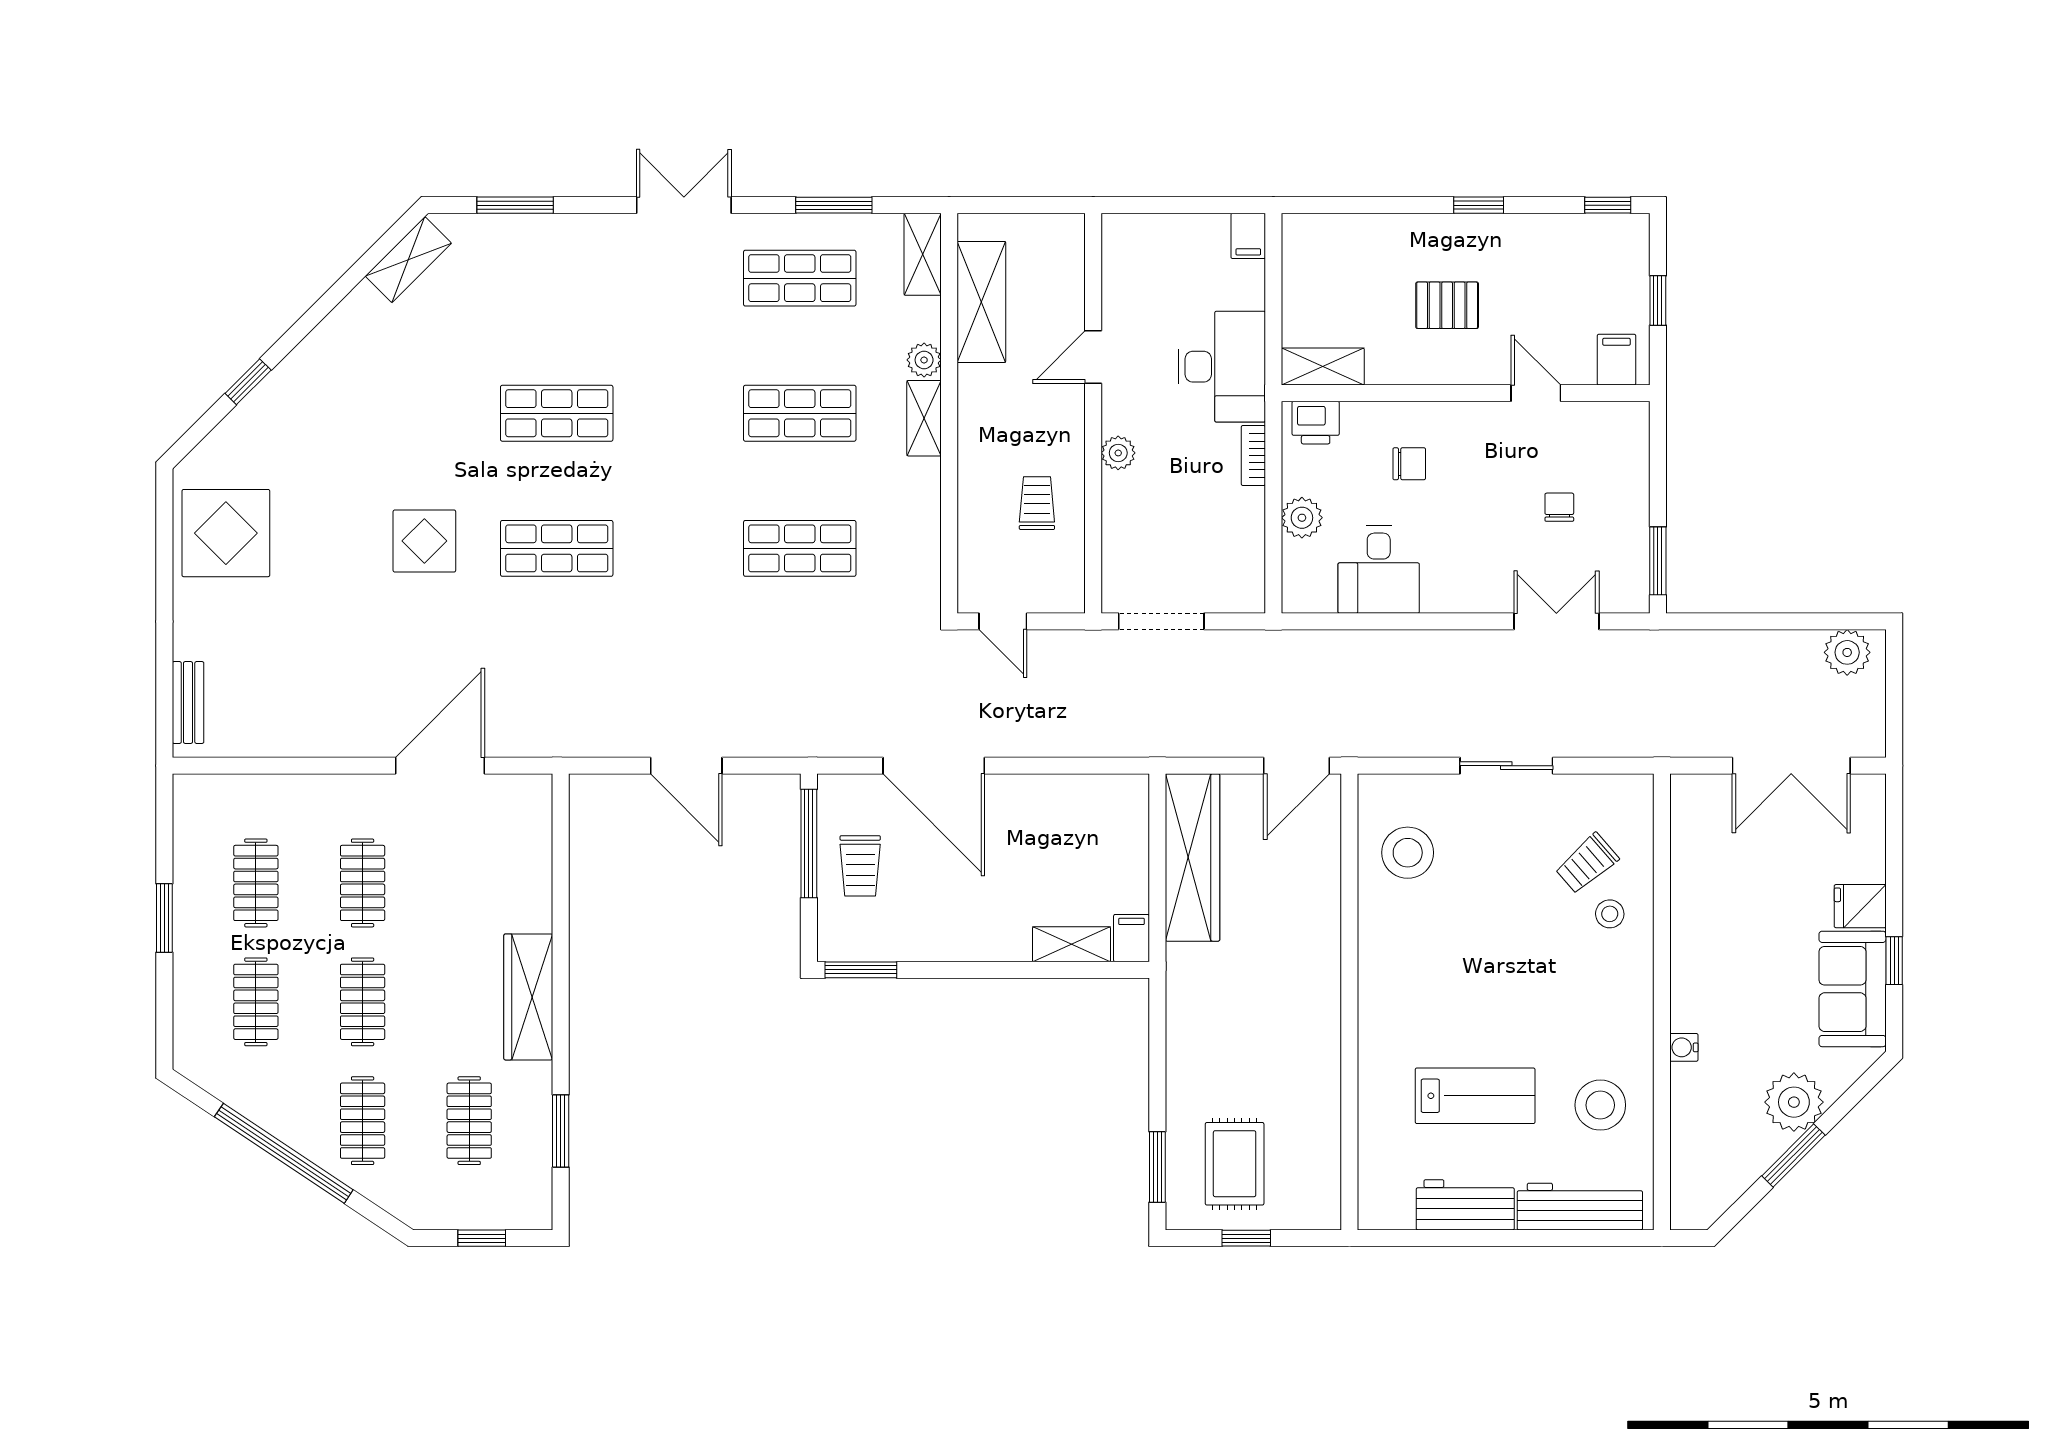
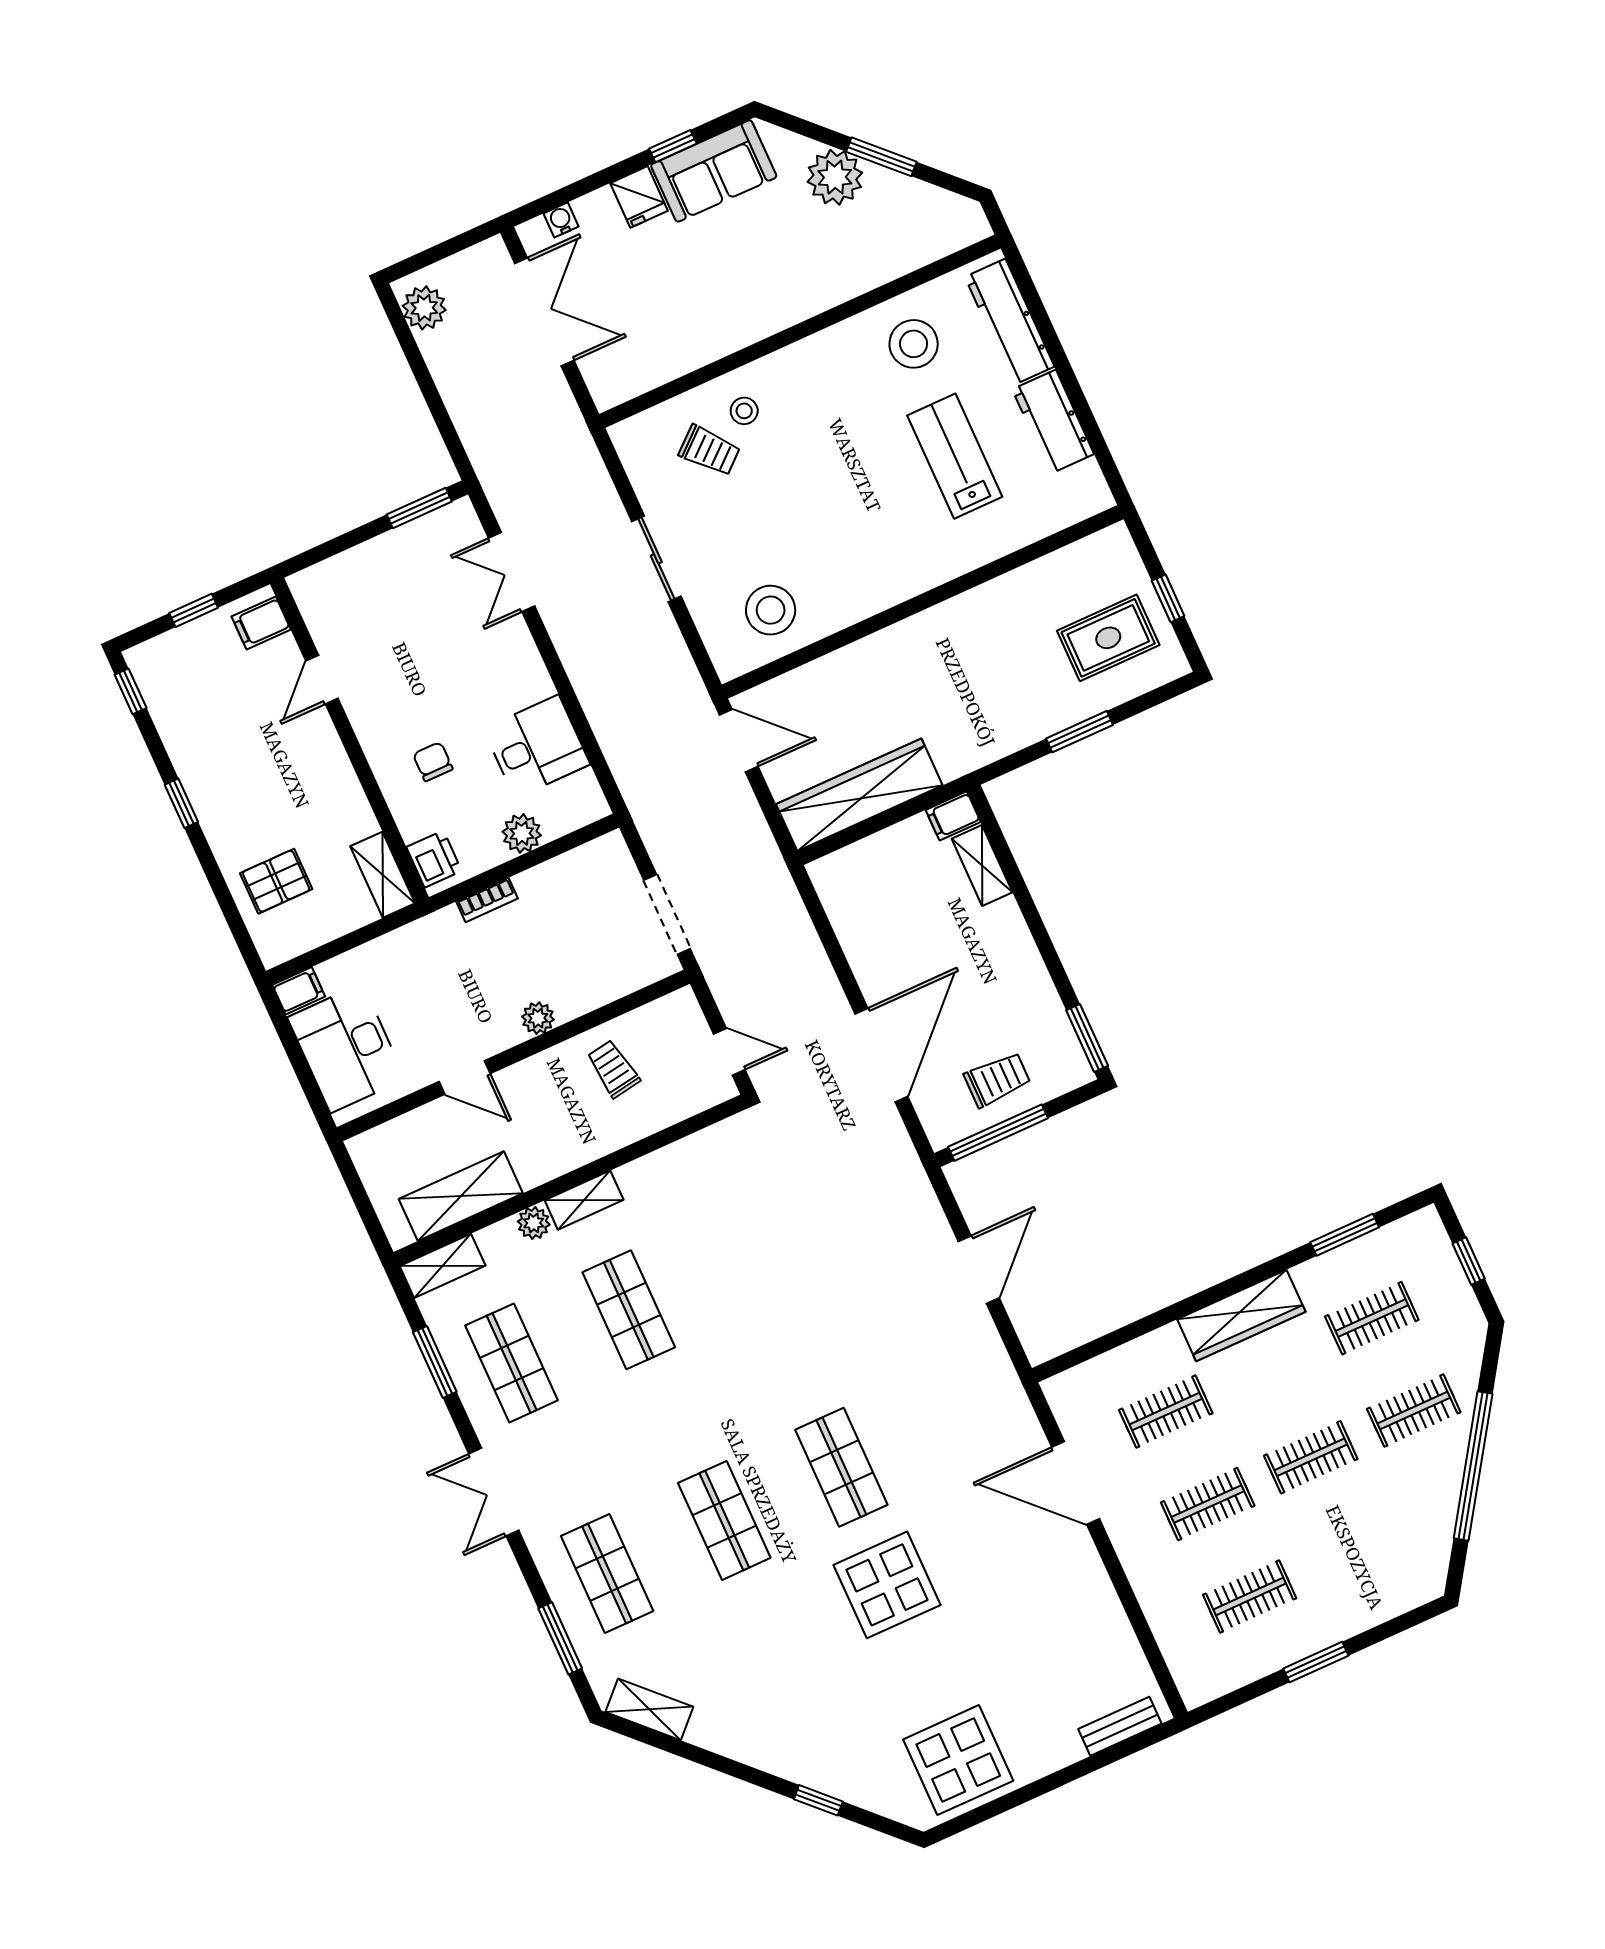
pallet: (1447, 305) -> (276, 881), moved, turned 90
desk: (1222, 367) -> (346, 1048), moved, turned -90
trolley: (1037, 503) -> (613, 1069), turned 81
chair: (1559, 507) -> (412, 614), removed
display table: (424, 541) -> (887, 1585), width x1.36, depth x1.36
shop shelf: (800, 548) -> (607, 1574), moved
door: (1003, 621) -> (729, 1052), hinge flipped
clothes rail: (256, 1002) -> (1166, 1412), moved
water cooler: (1684, 1047) -> (561, 220), moved, turned 180
window: (1157, 1167) -> (1079, 732), moved

